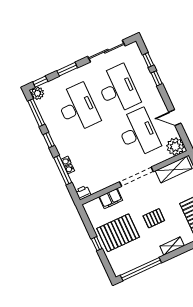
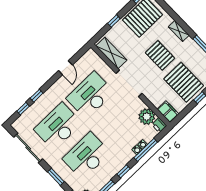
plant: (175, 146) -> (147, 117), moved
filing cabinet: (111, 199) -> (168, 112), moved
pallet: (154, 218) -> (160, 55), width x1.50, depth x1.42

